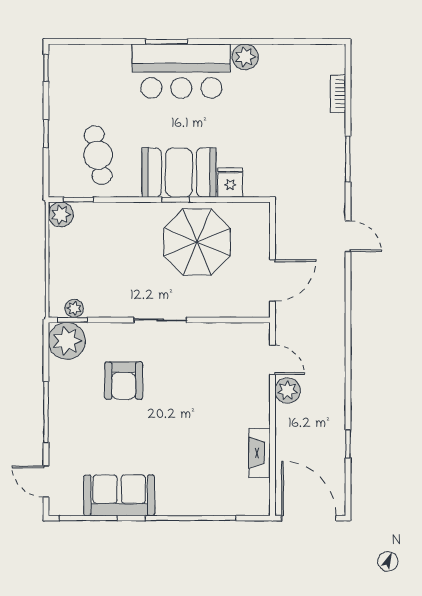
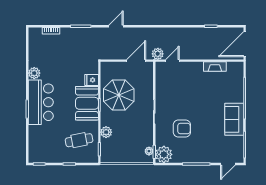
plant: (61, 214) -> (106, 132), moved
door: (272, 280) -> (136, 61), hinge flipped
plant: (288, 391) -> (158, 54), moved
sofa: (119, 495) -> (234, 119), moved

